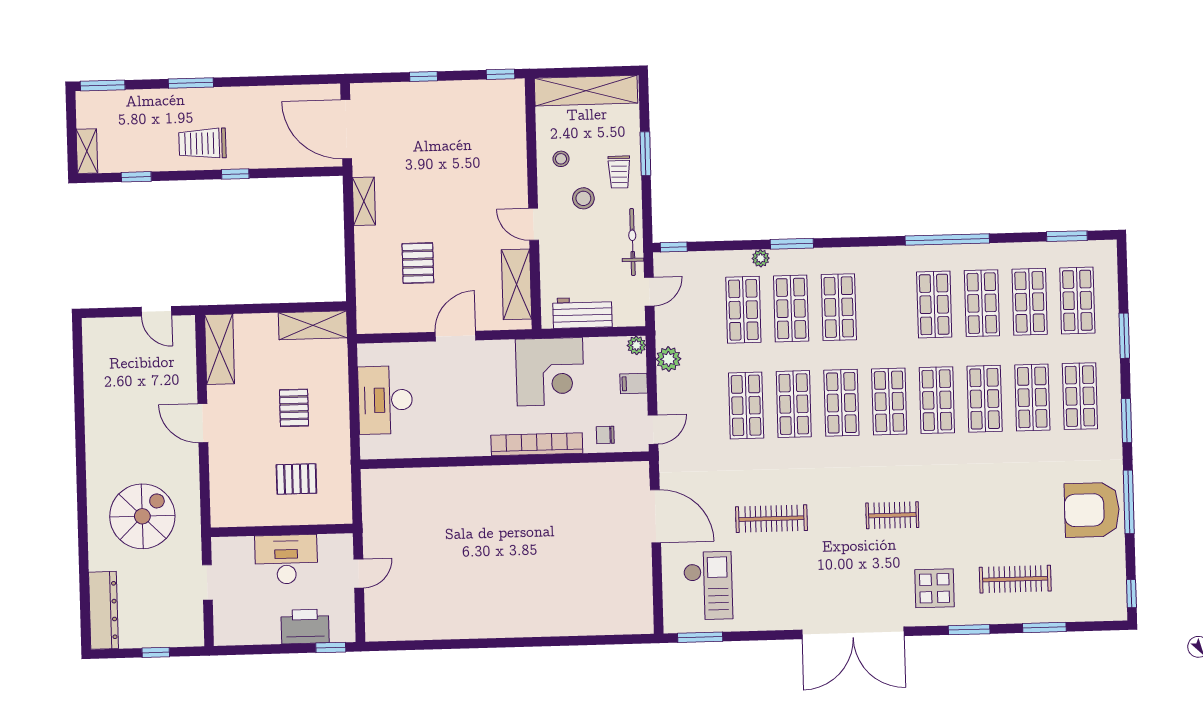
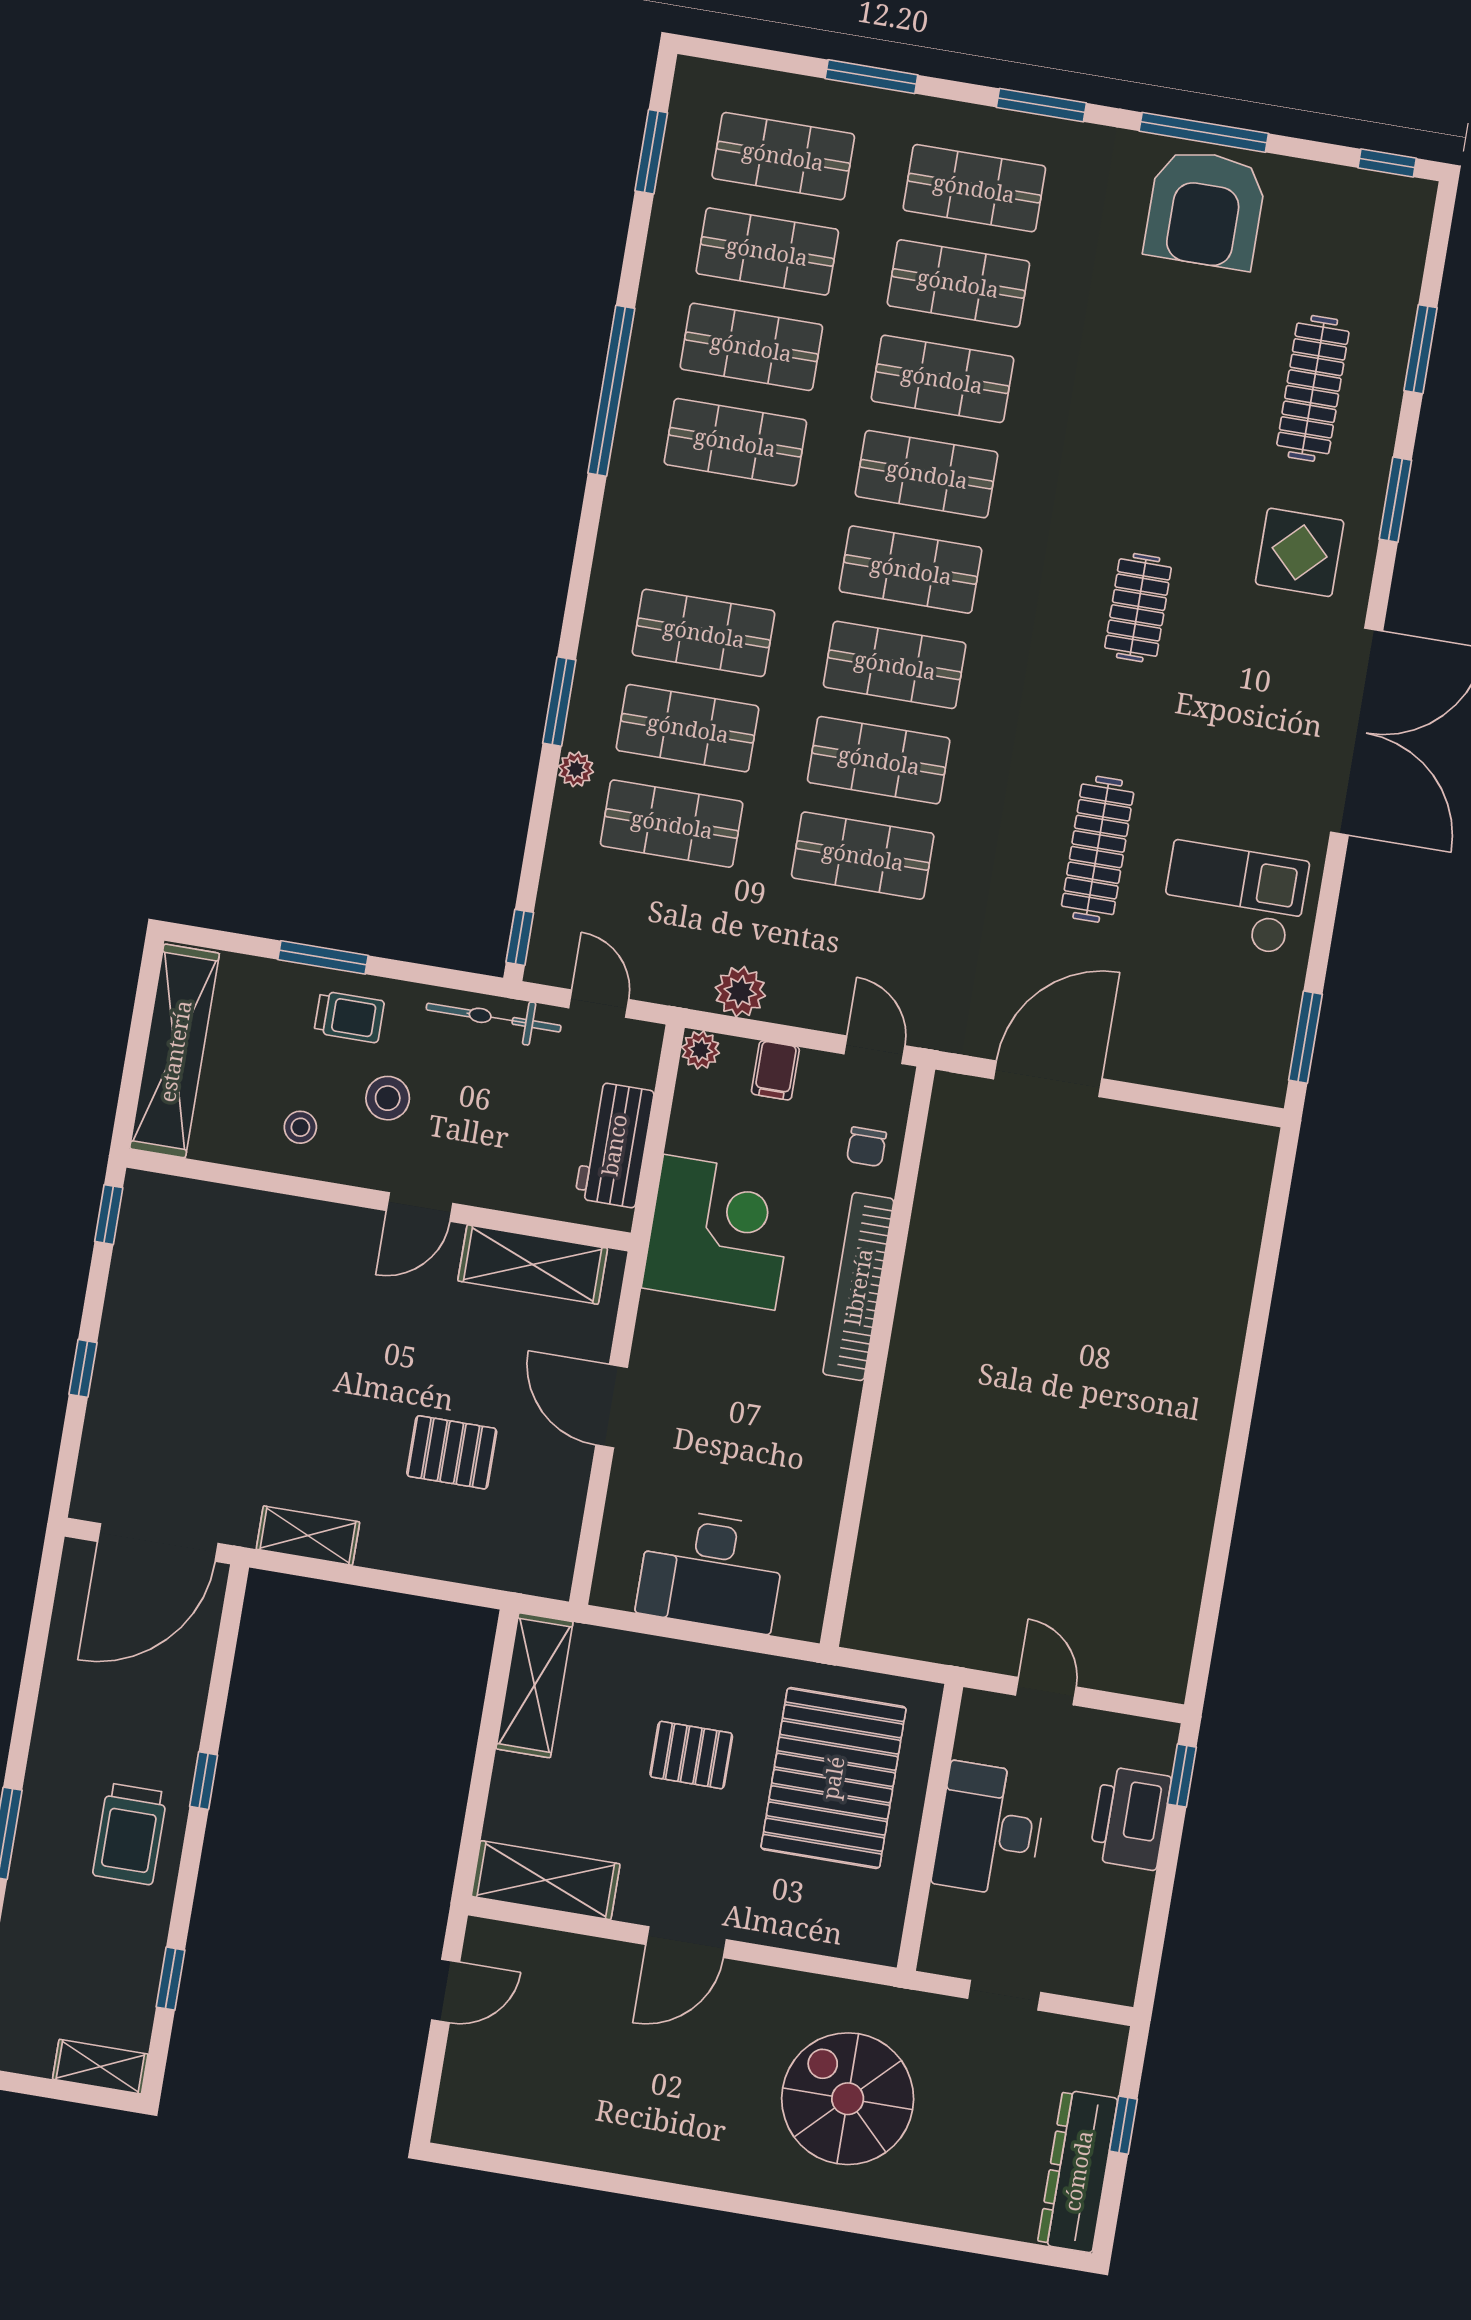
pallet: (296, 479) -> (833, 1778), width x2.05, depth x2.00
checkout: (708, 586) -> (1234, 898), moved
dresser: (104, 610) -> (1078, 2171), moved, turned -90

